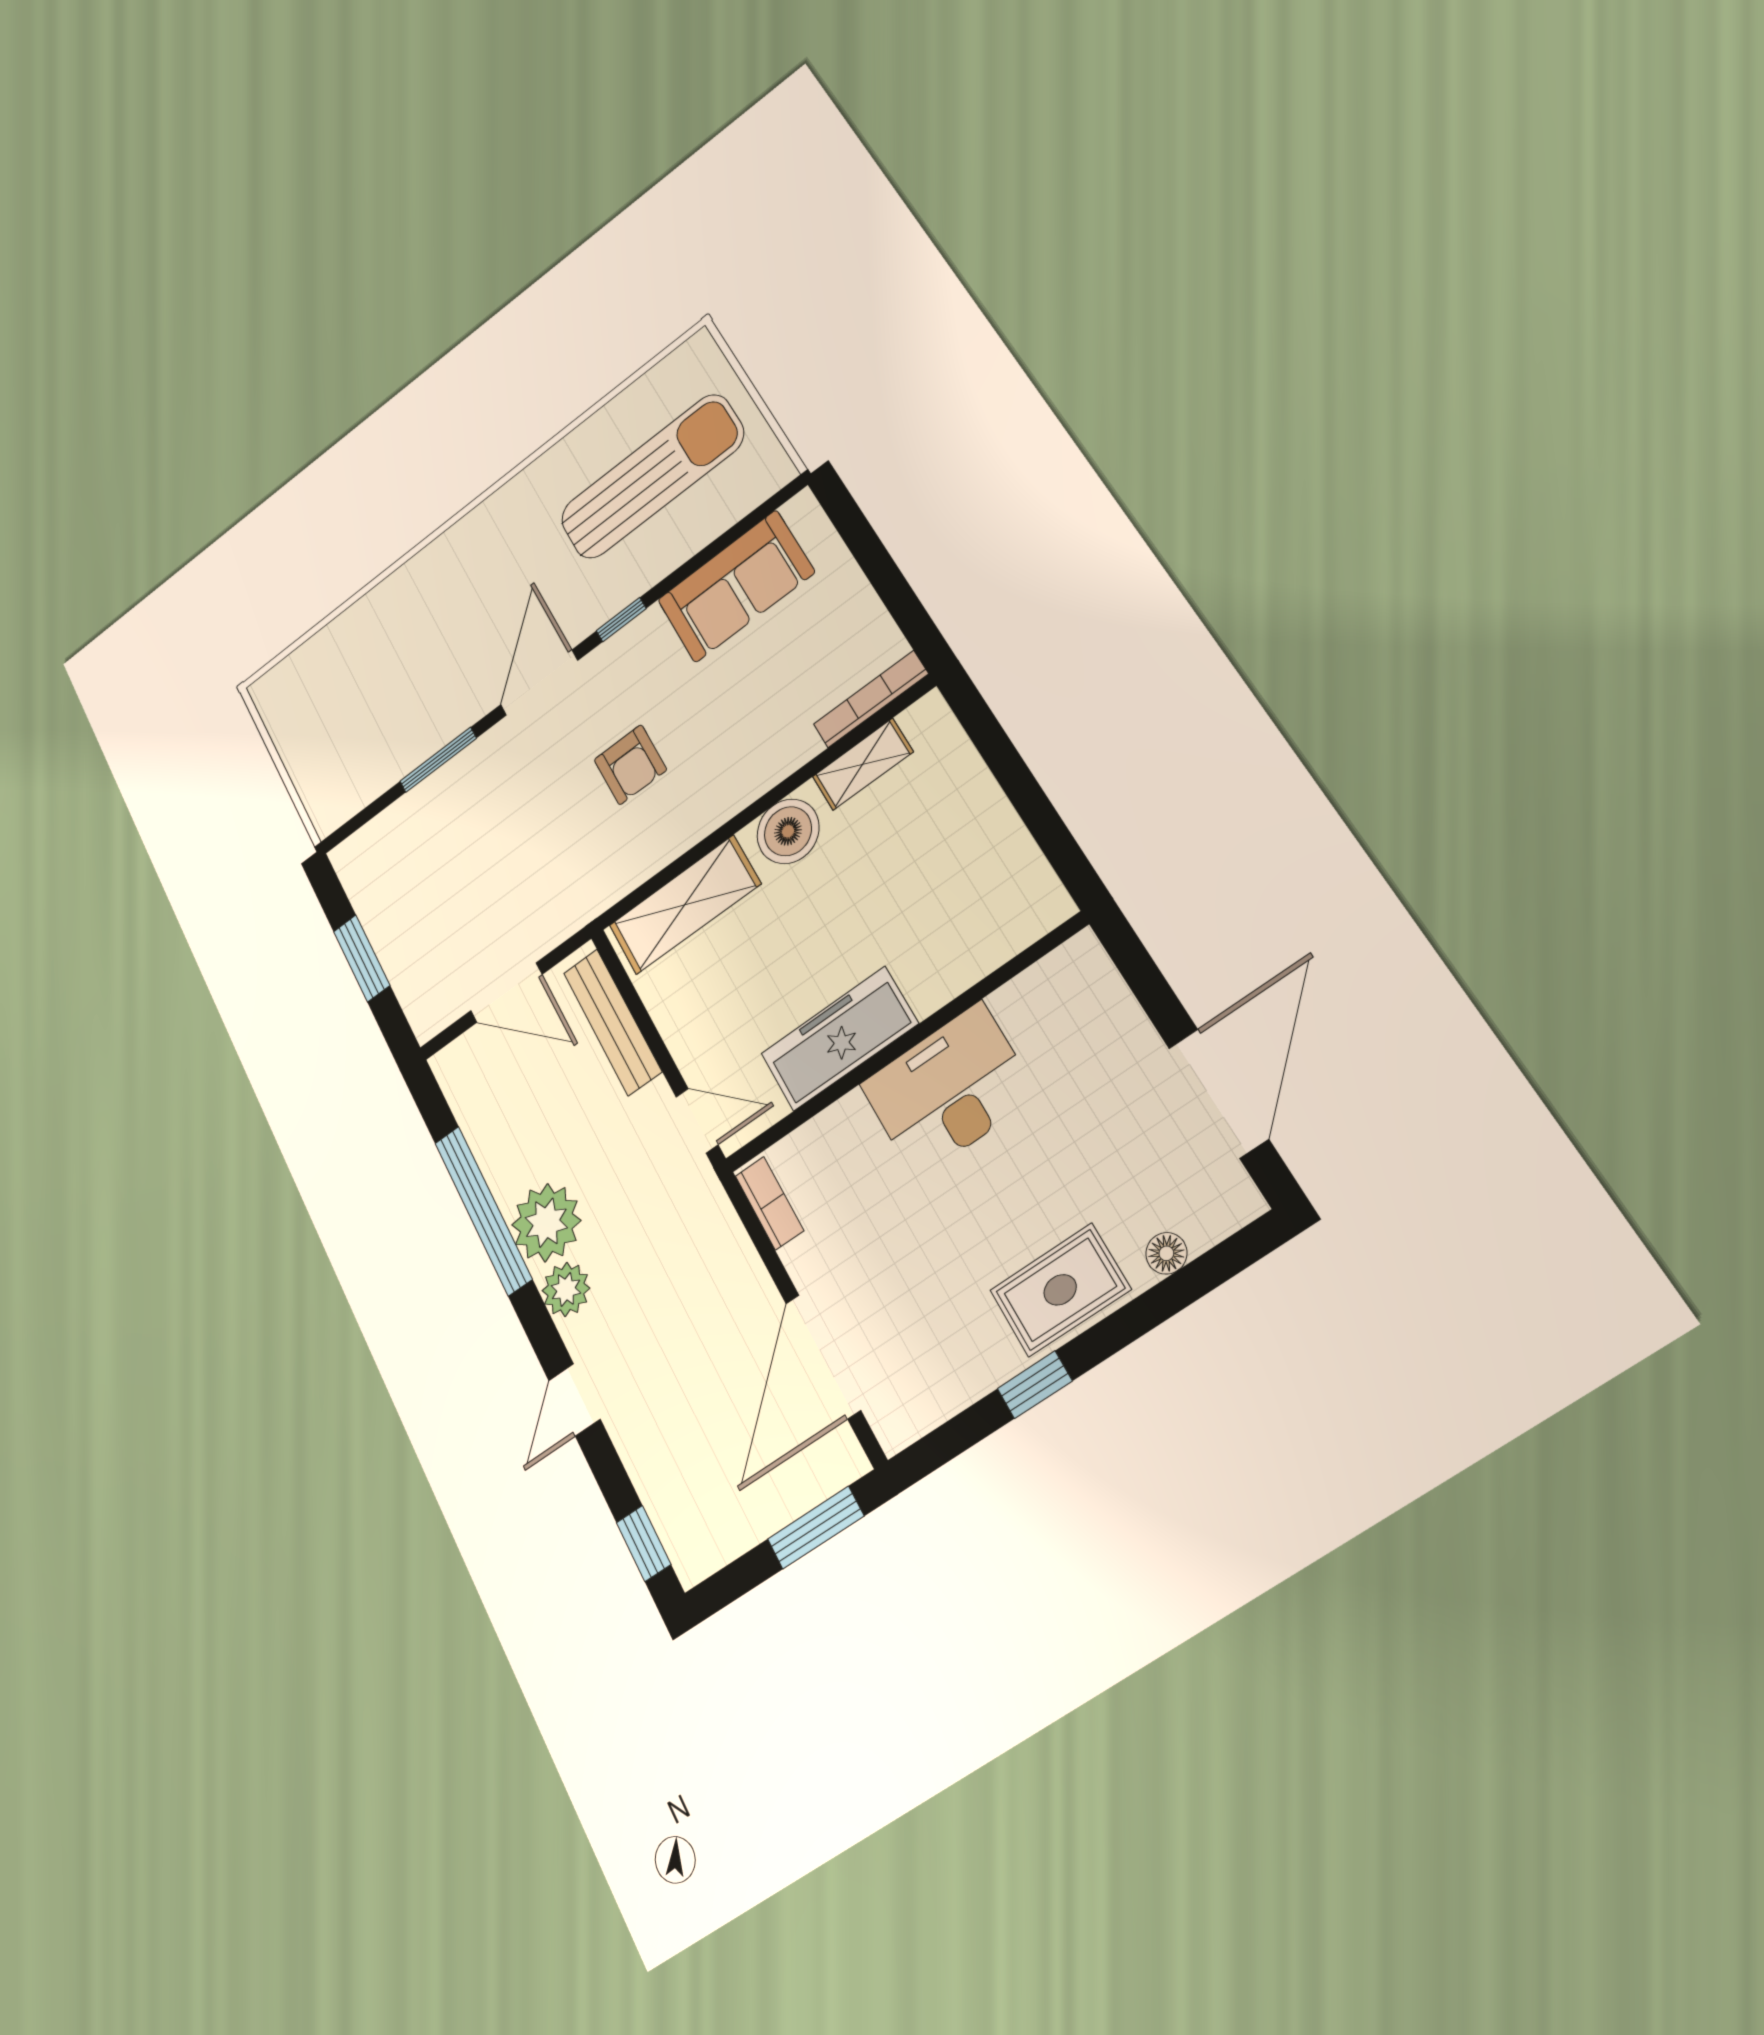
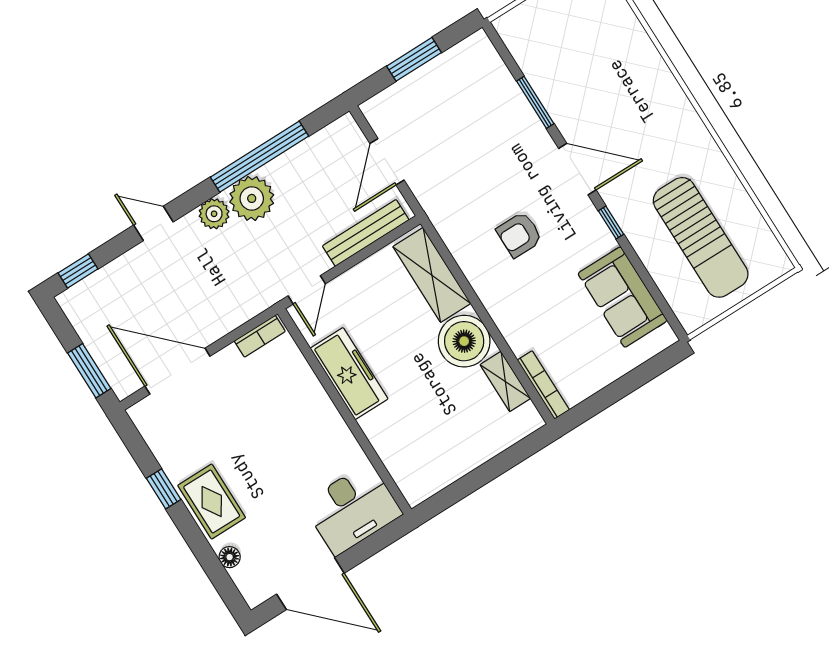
boiler: (788, 831) -> (464, 341), width x1.37, depth x1.37
desk: (948, 1090) -> (352, 509), moved, turned 90

